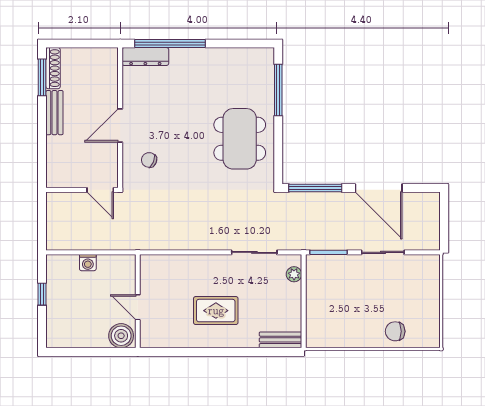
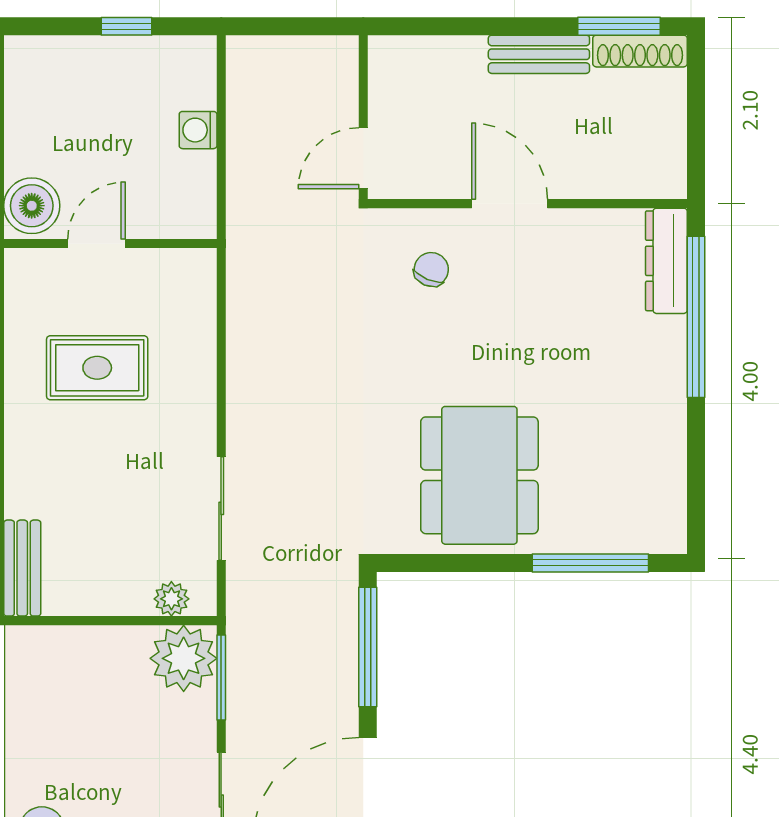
dining table: (240, 139) -> (479, 475), turned 90
plant: (320, 269) -> (184, 658), added
rug: (216, 311) -> (97, 368), moved, turned 90

